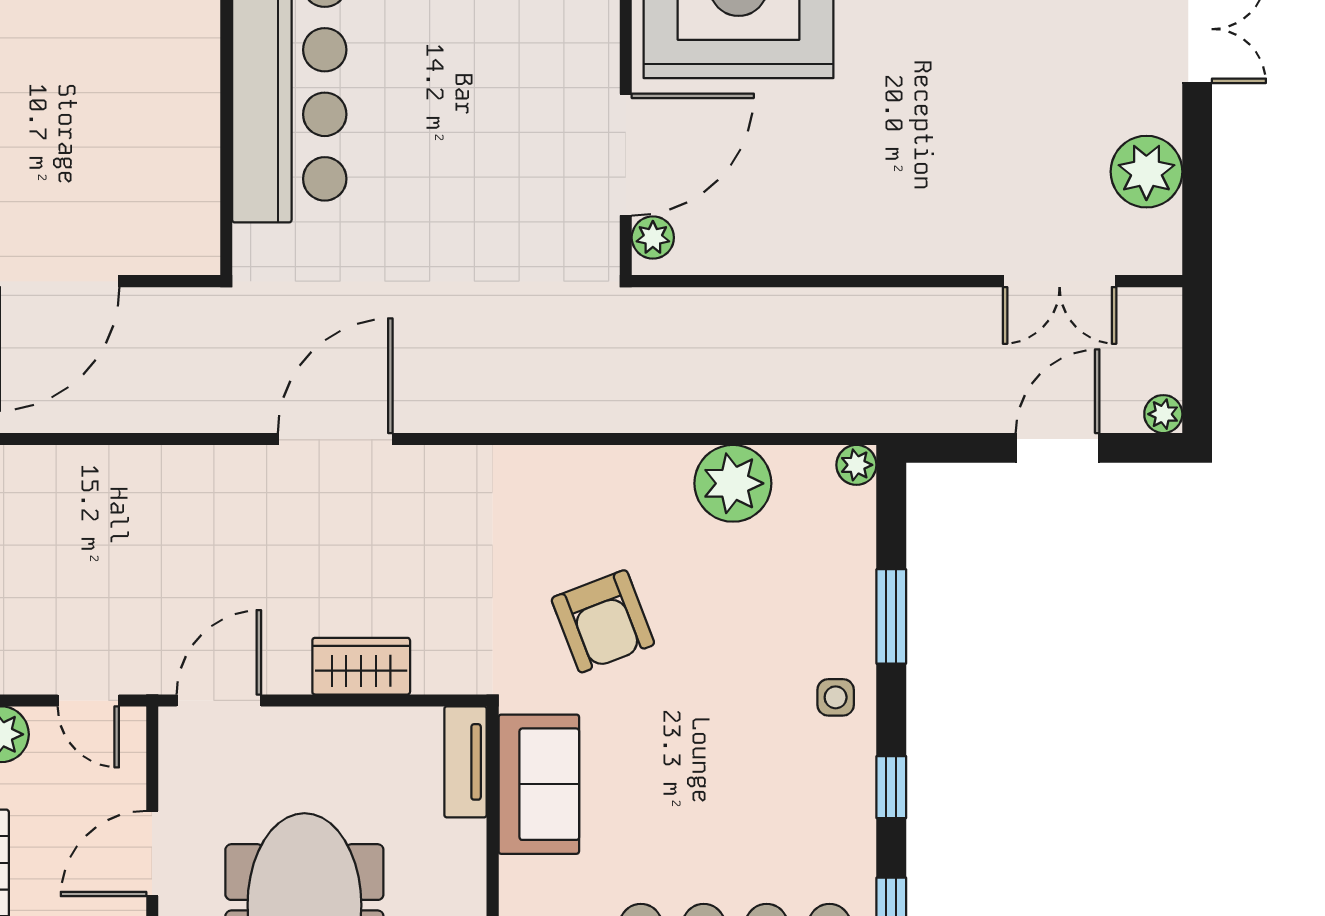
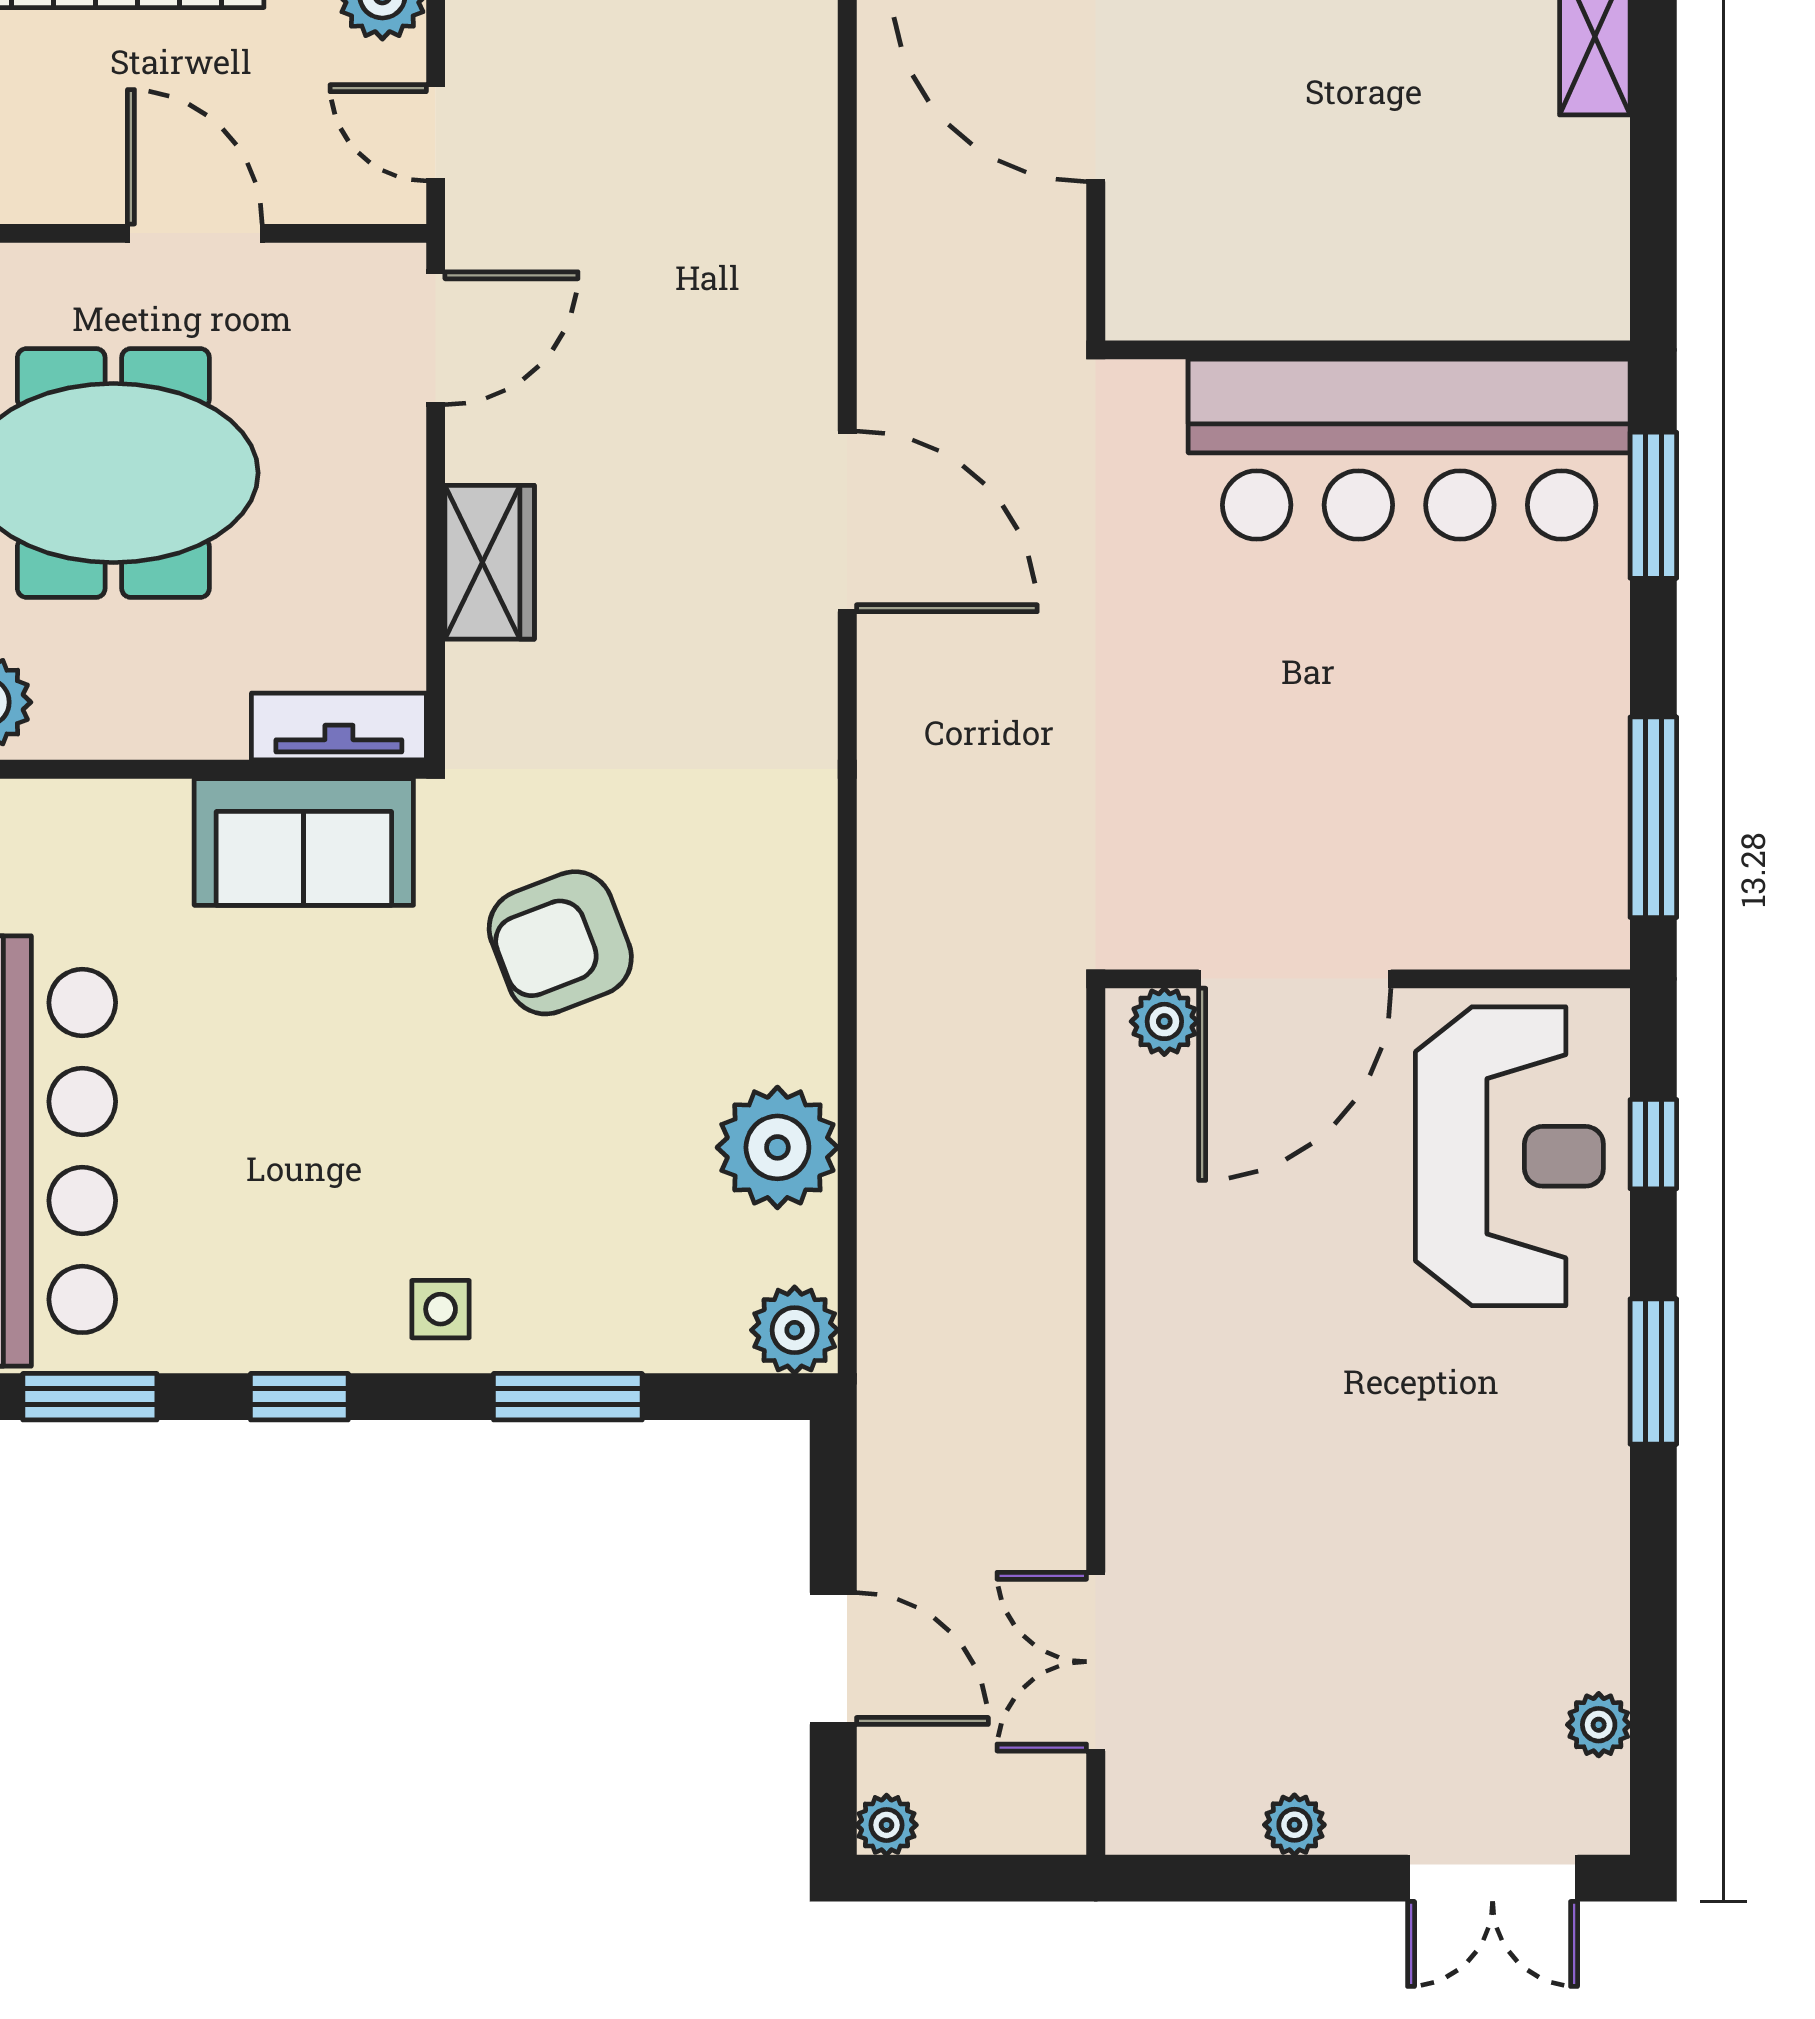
door: (626, 155) -> (1295, 979), hinge flipped
plant: (1146, 172) -> (1294, 1825), width x0.53, depth x0.53
plant: (856, 465) -> (795, 1330), width x1.38, depth x1.38
door: (88, 700) -> (436, 133), hinge flipped
door: (219, 700) -> (436, 338), hinge flipped

